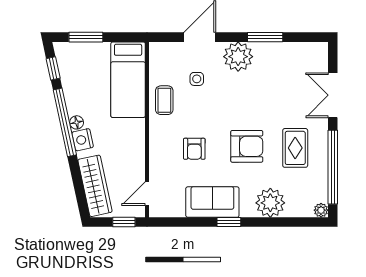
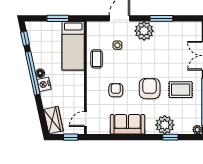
window: (86, 37) -> (58, 18), moved
armchair: (247, 146) -> (150, 89), turned -90
rug: (295, 148) -> (181, 90), turned 90
armchair: (194, 149) -> (116, 90), turned 180
wardrobe: (95, 186) -> (53, 120), width x0.67
window: (229, 222) -> (170, 137), moved

